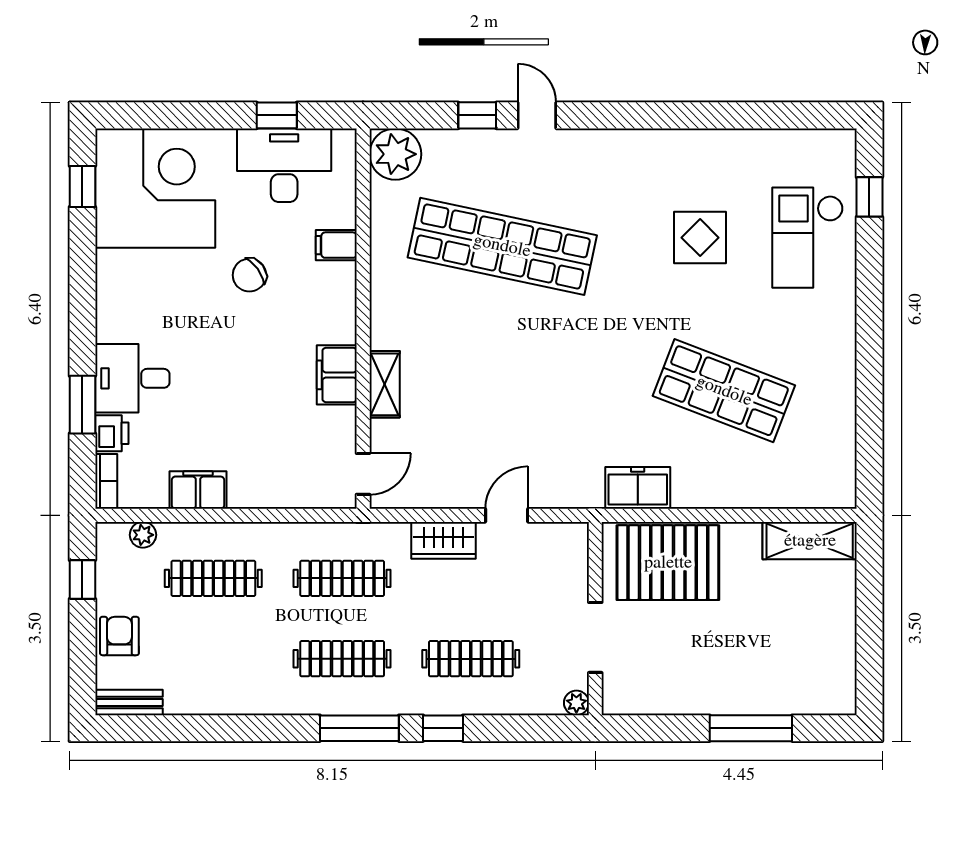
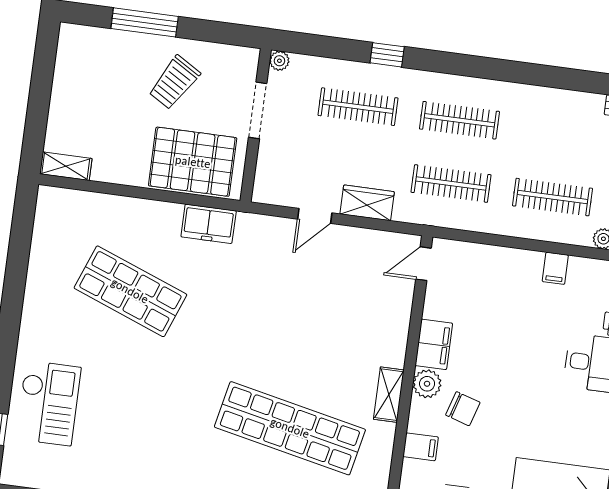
display table: (700, 238) -> (133, 414), removed
chair: (249, 275) -> (463, 409), moved, turned 53
plant: (339, 325) -> (427, 384), added
shelving: (385, 384) -> (389, 395), moved
filing cabinet: (198, 490) -> (555, 268), width x0.50
shelving: (810, 541) -> (66, 166), width x0.67, depth x0.75
trolley: (704, 658) -> (174, 82), added
window: (359, 728) -> (453, 64), removed

